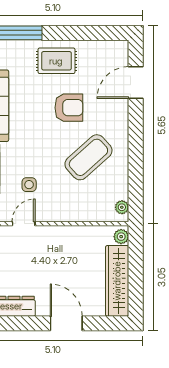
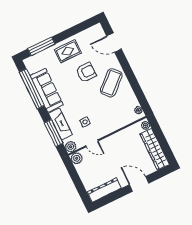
door: (136, 83) -> (114, 42), hinge flipped
coffee table: (88, 157) -> (111, 83), moved
door: (24, 224) -> (92, 143), swing flipped

